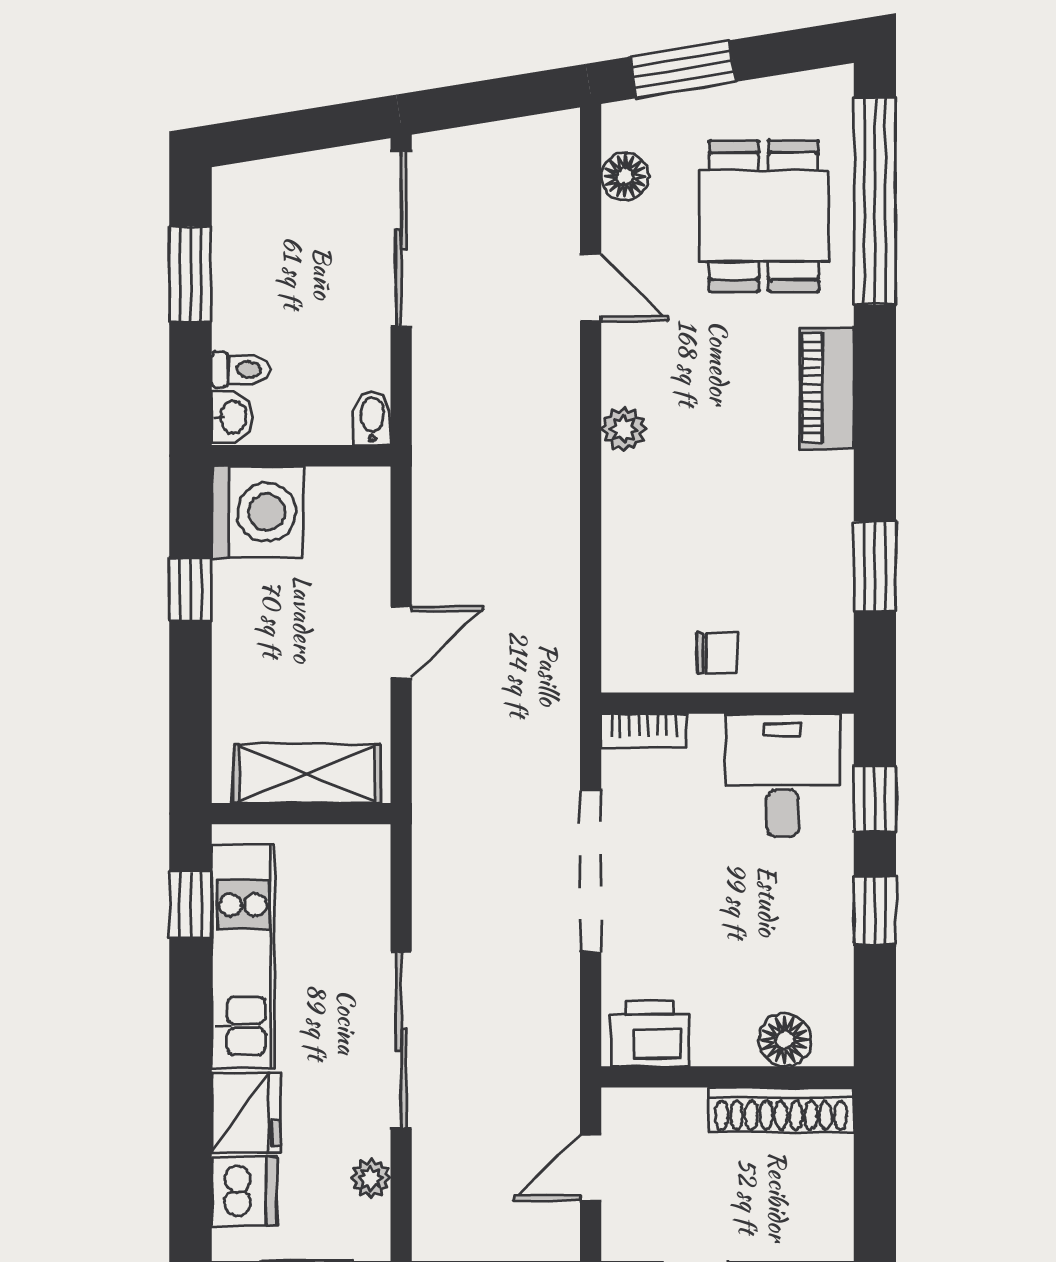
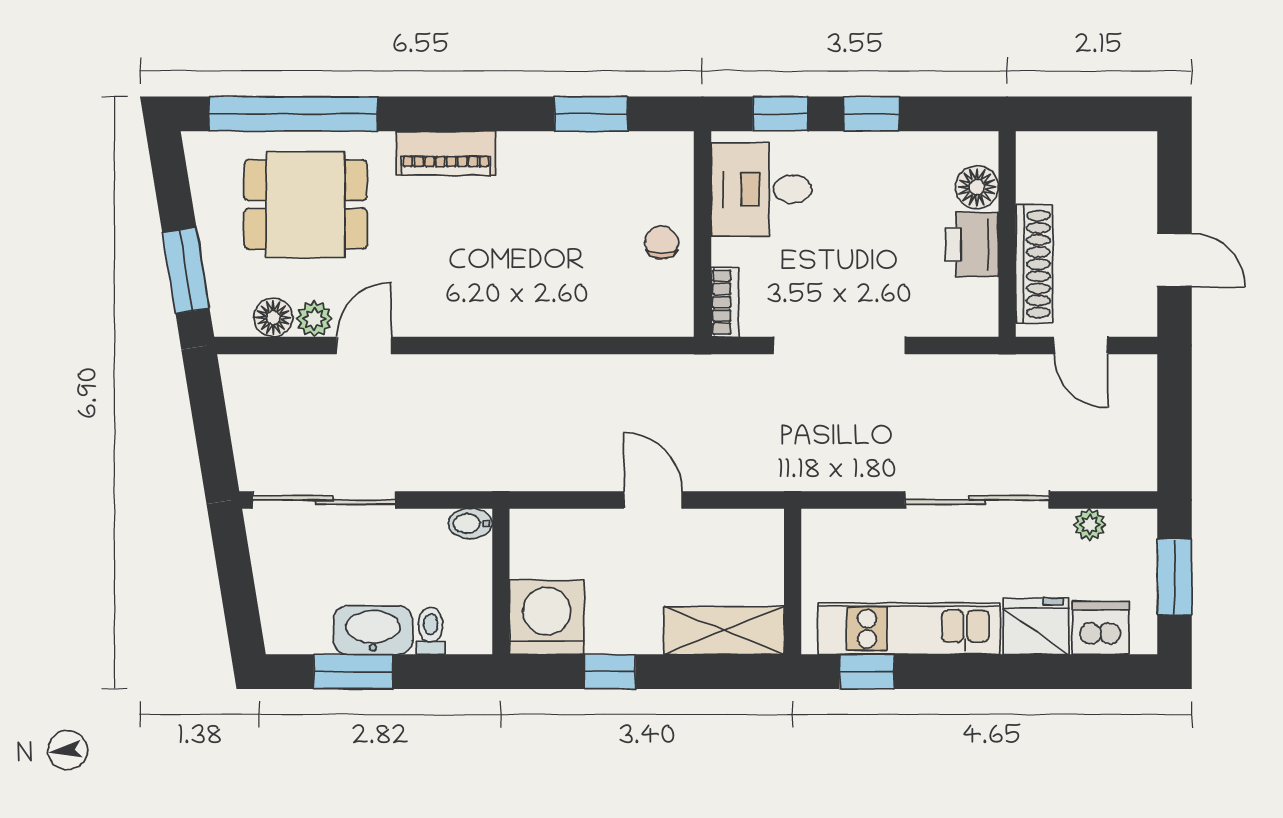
washbasin: (232, 417) -> (373, 630), moved, width x1.91, depth x1.45
plant: (624, 429) -> (314, 319), moved
shelving: (307, 774) -> (724, 630), moved, turned 90
printer: (650, 1034) -> (972, 244), moved
shoe rack: (781, 1110) -> (1034, 264), moved

